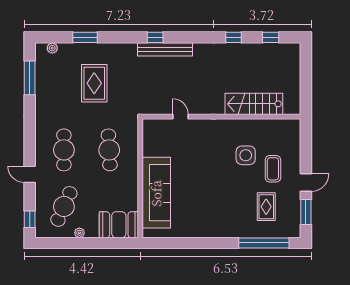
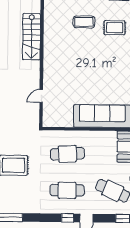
window: (30, 151) -> (68, 218), added
side table: (246, 155) -> (73, 44), removed

